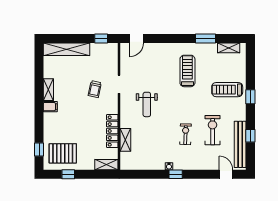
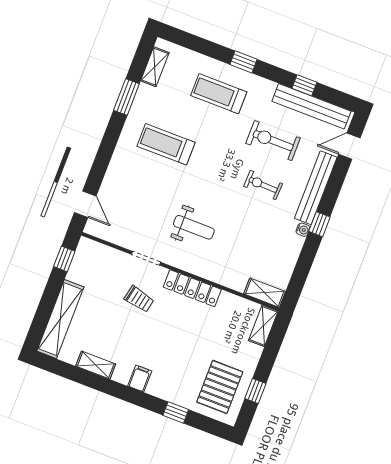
shelving: (48, 90) -> (96, 365), moved
treadmill: (227, 90) -> (219, 94), turned 90
locker: (112, 131) -> (192, 288), moved
shelving: (125, 140) -> (265, 293), moved
window: (39, 150) -> (176, 412), moved
bench: (195, 164) -> (316, 188), added

